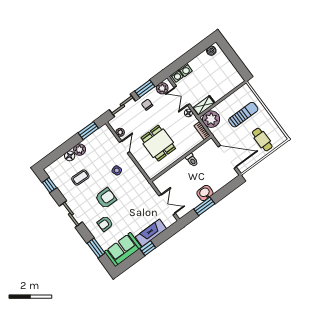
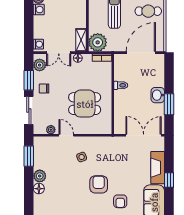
washing machine: (186, 70) -> (39, 10), moved
coffee table: (80, 178) -> (64, 193), removed
double door: (167, 205) -> (144, 135), width x1.37

